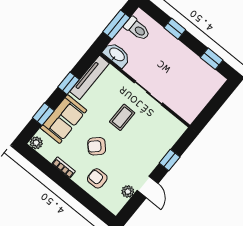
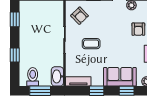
tv unit: (90, 77) -> (78, 81), width x0.71
armchair: (97, 146) -> (80, 16), moved

